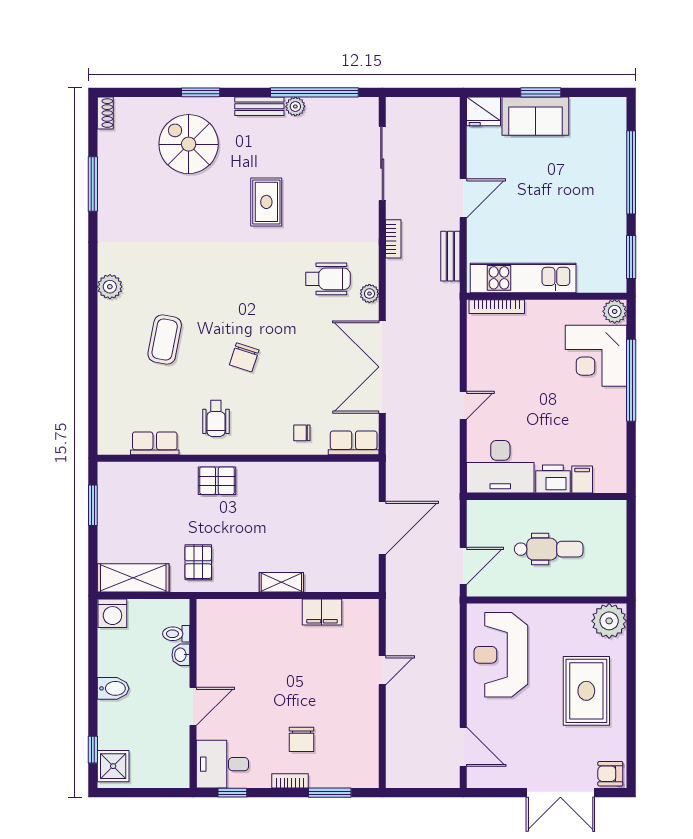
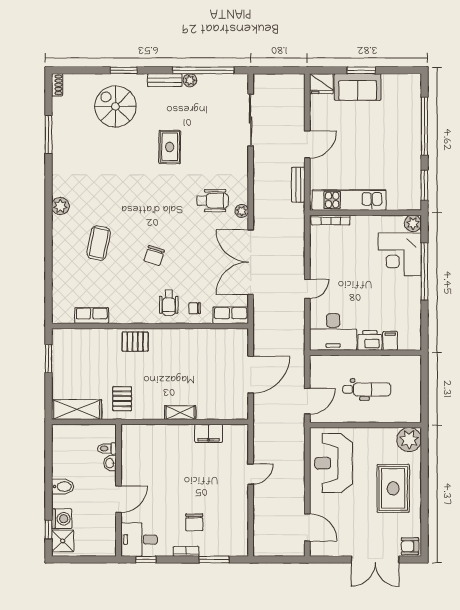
bookcase: (393, 239) -> (258, 173), removed
wheelchair: (216, 418) -> (169, 303), moved
washing machine: (112, 613) -> (62, 519), moved, turned -90

